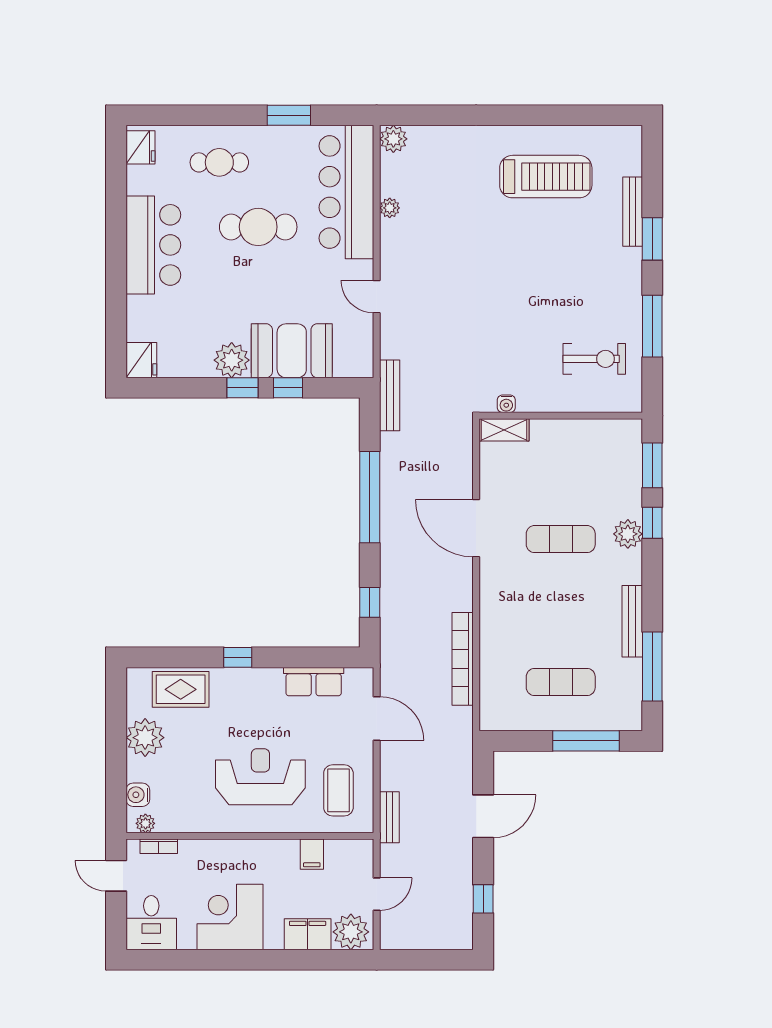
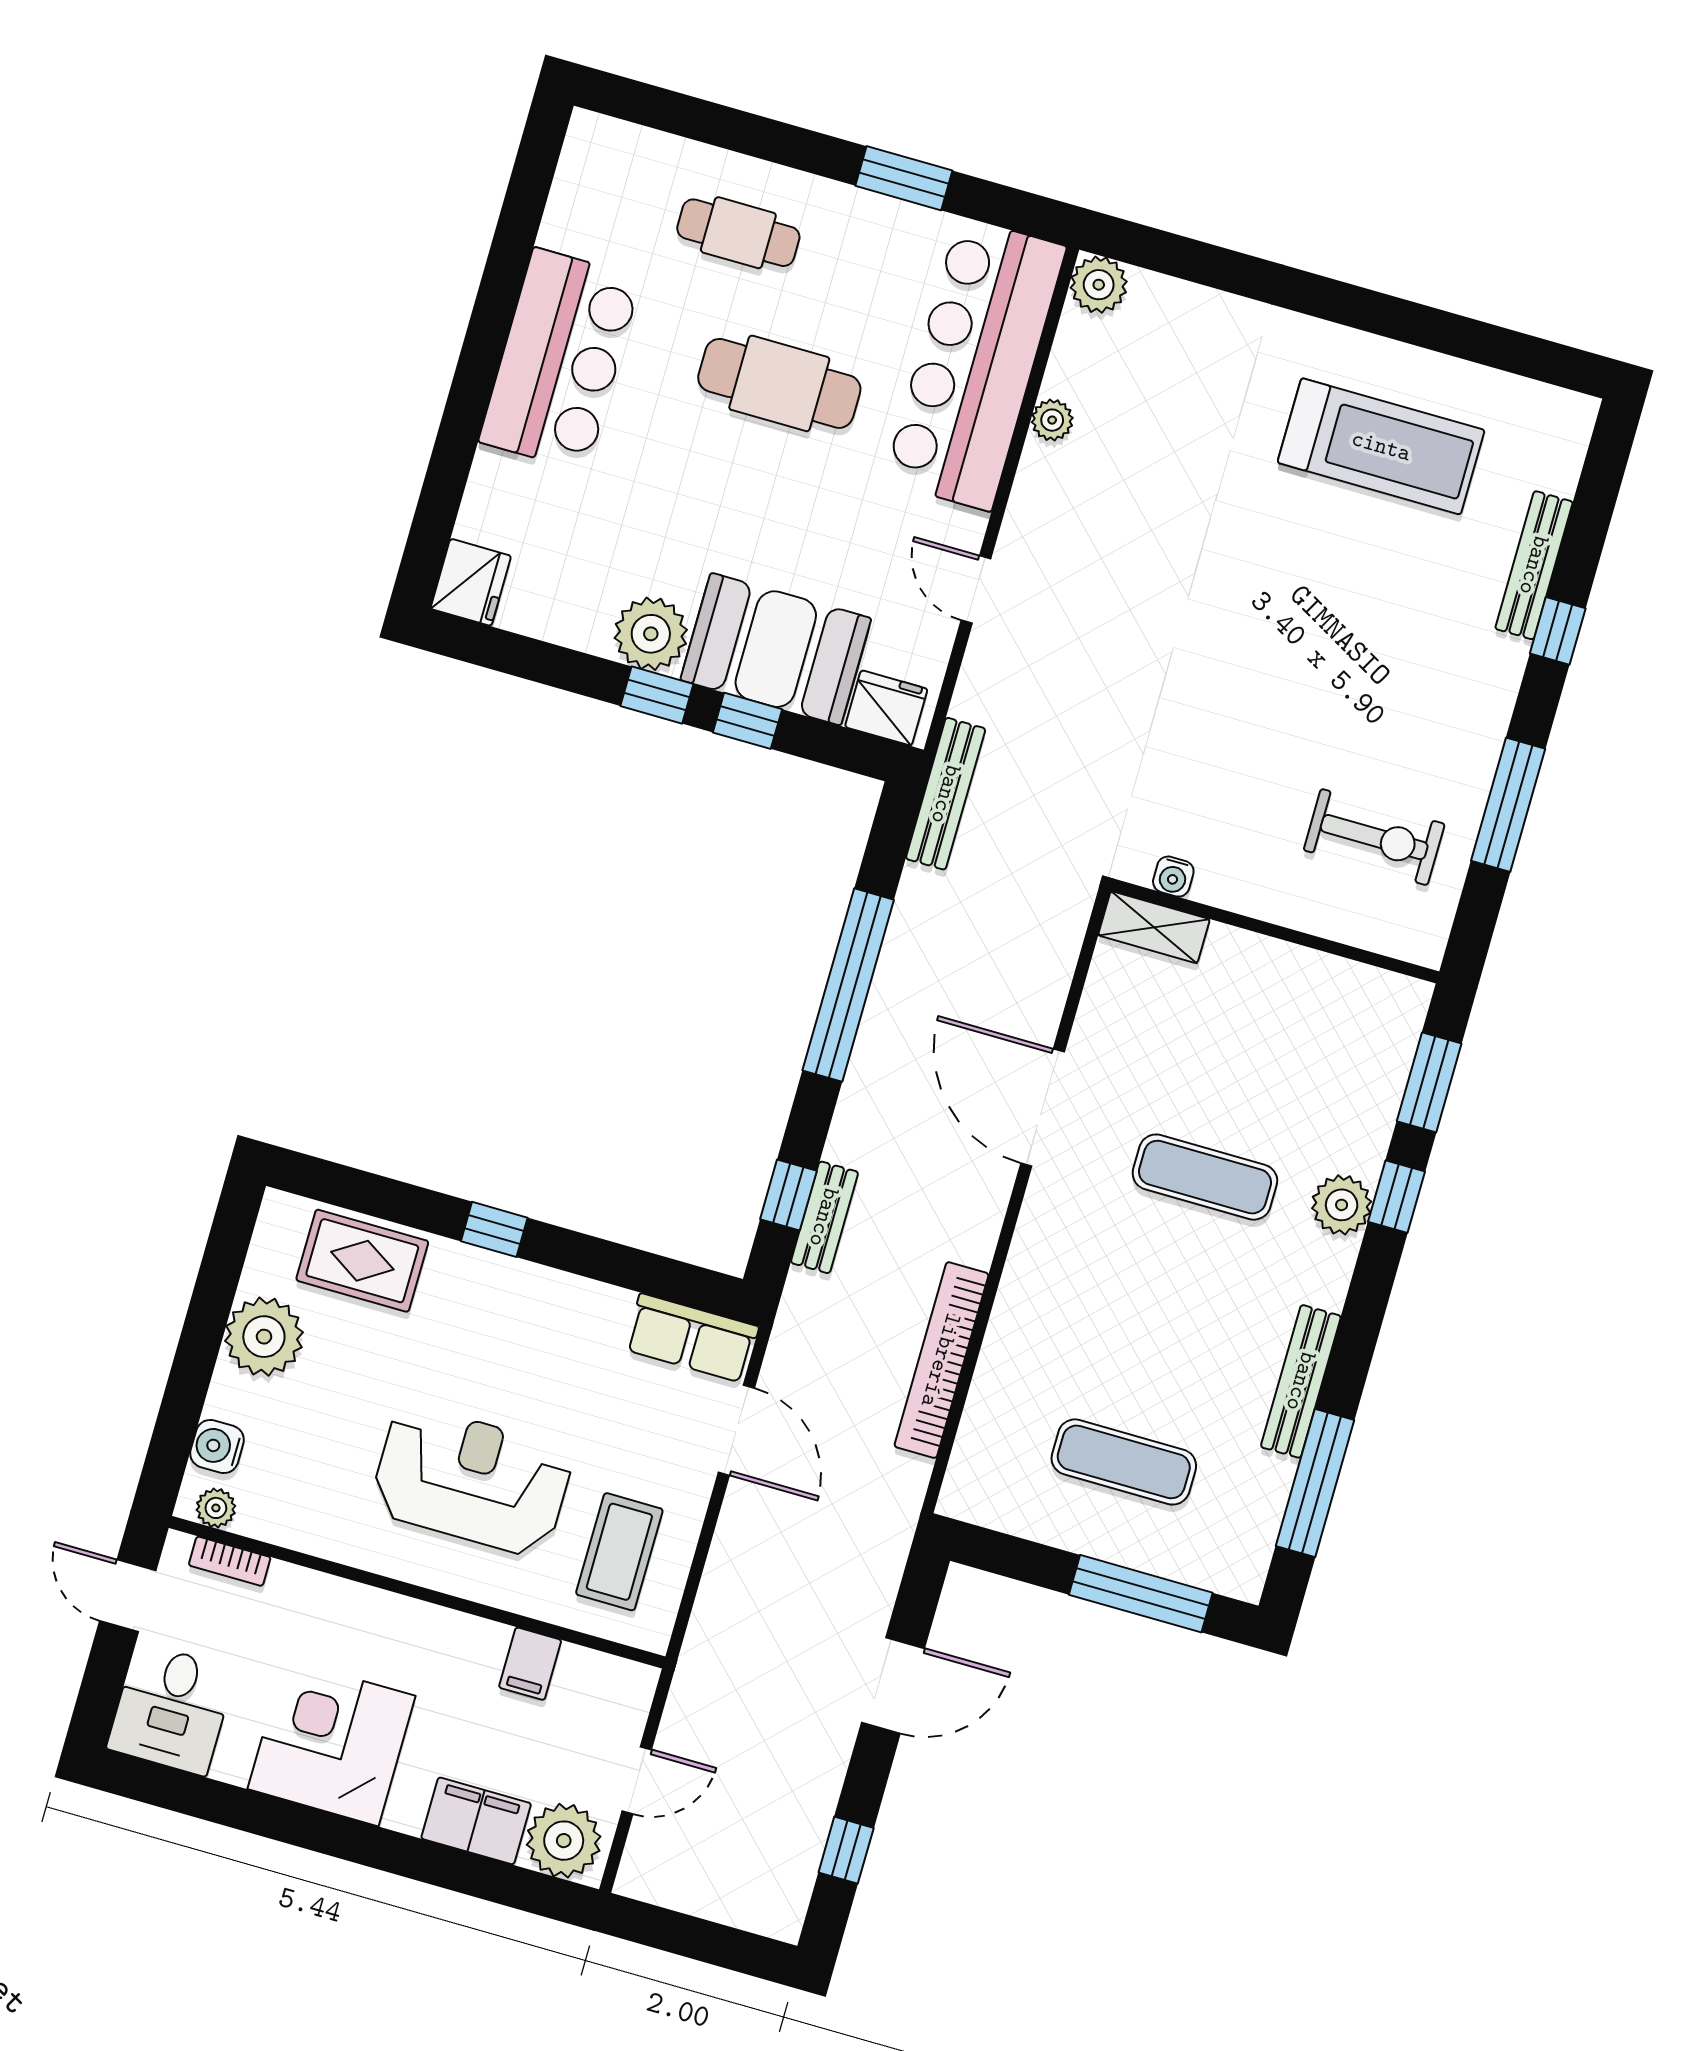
fridge: (140, 147) -> (886, 708), moved, turned -90
window: (652, 239) -> (1558, 631), width x0.67
row of seats: (314, 682) -> (692, 1338), moved
bench: (389, 817) -> (824, 1217), moved

